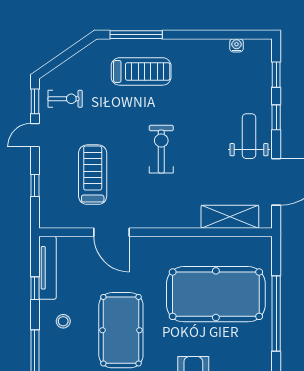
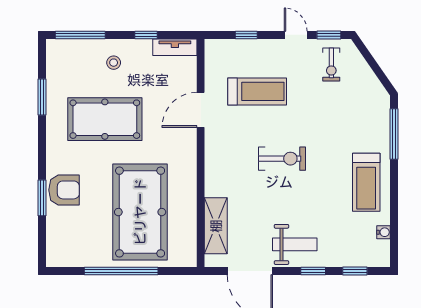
treadmill: (141, 71) -> (366, 182), moved
tv unit: (47, 268) -> (175, 47), width x0.71

